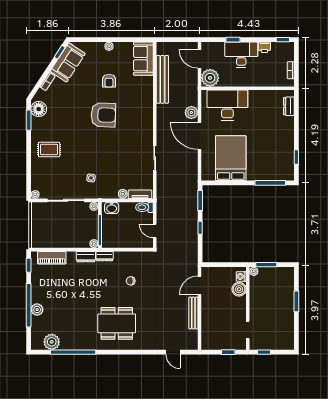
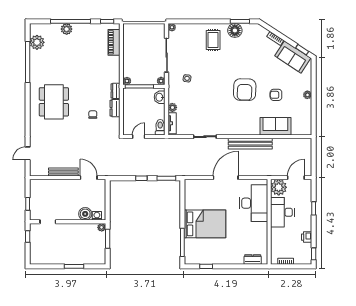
desk: (241, 55) -> (282, 212), moved, turned 180
sofa: (143, 59) -> (275, 126), moved
bench: (162, 79) -> (250, 144), moved
floor lamp: (39, 109) -> (235, 30), moved
plant: (191, 112) -> (247, 170), removed
bed: (231, 158) -> (205, 224), moved
dresser: (86, 257) -> (115, 108), moved

